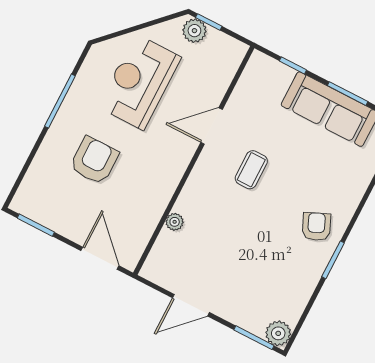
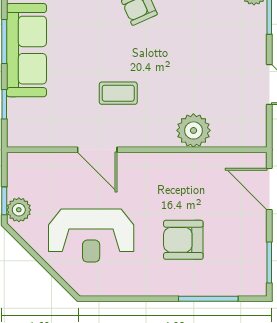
window: (60, 101) -> (208, 299), moved
plant: (175, 222) -> (193, 130), width x1.87, depth x1.87
door: (100, 258) -> (269, 189), hinge flipped

